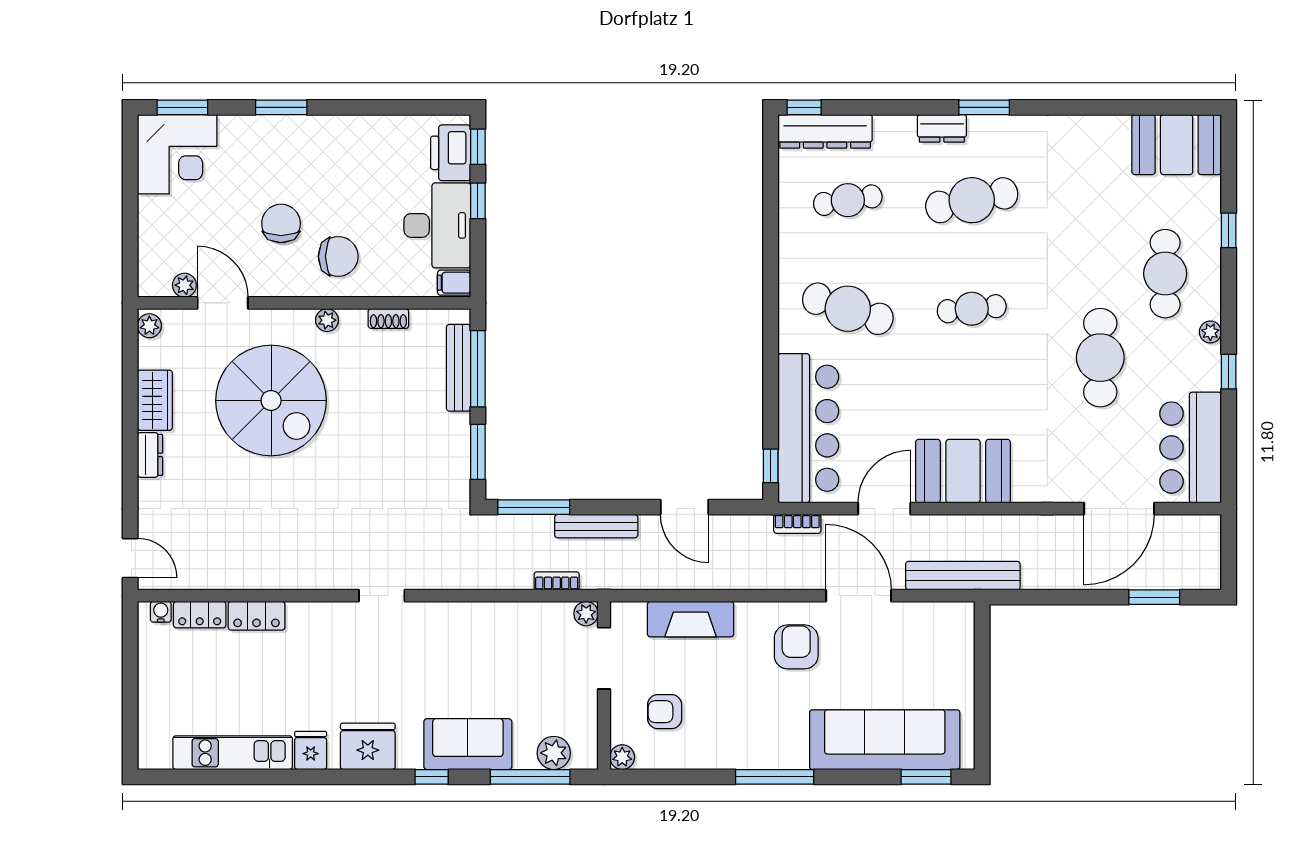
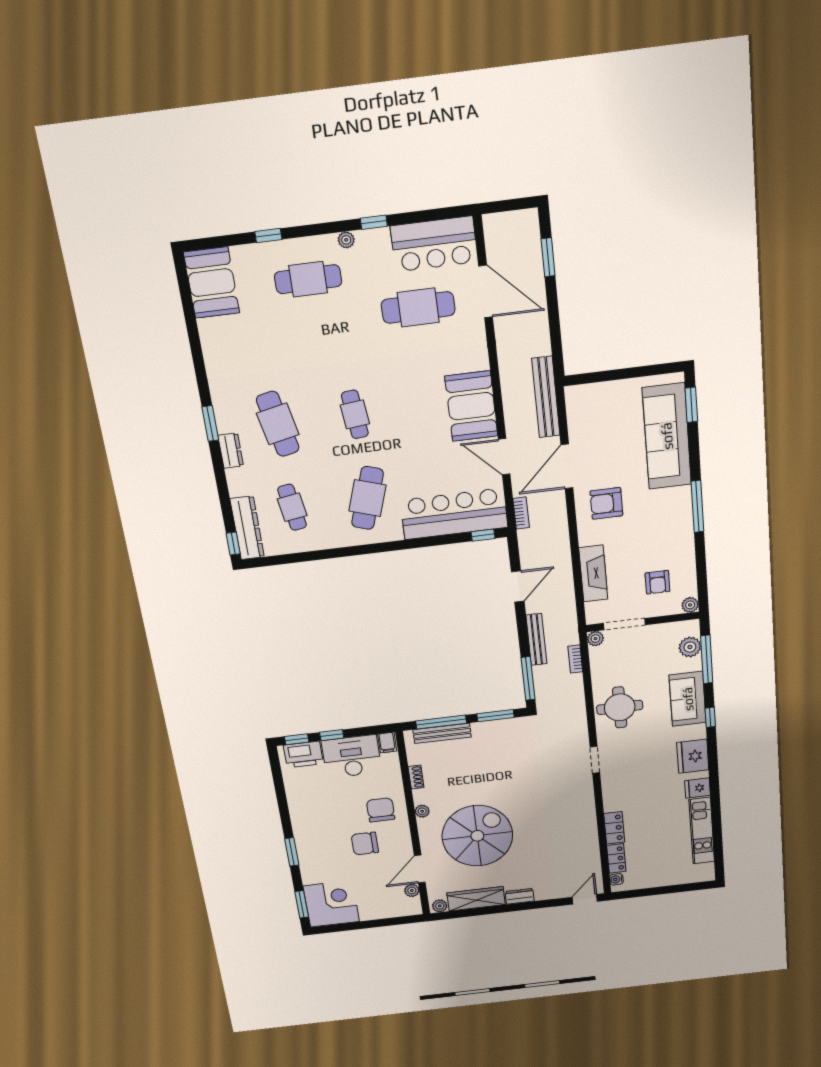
cafe table: (1100, 358) -> (418, 307), moved
wardrobe: (155, 400) -> (476, 899), width x1.50
round table: (467, 641) -> (620, 707), added

